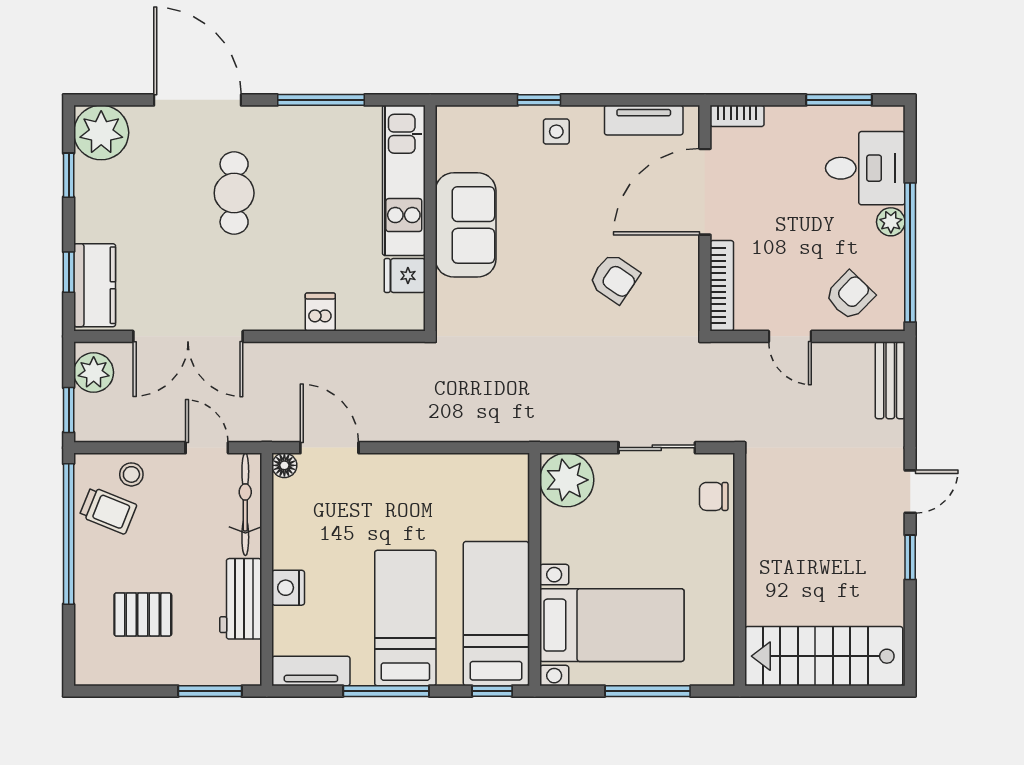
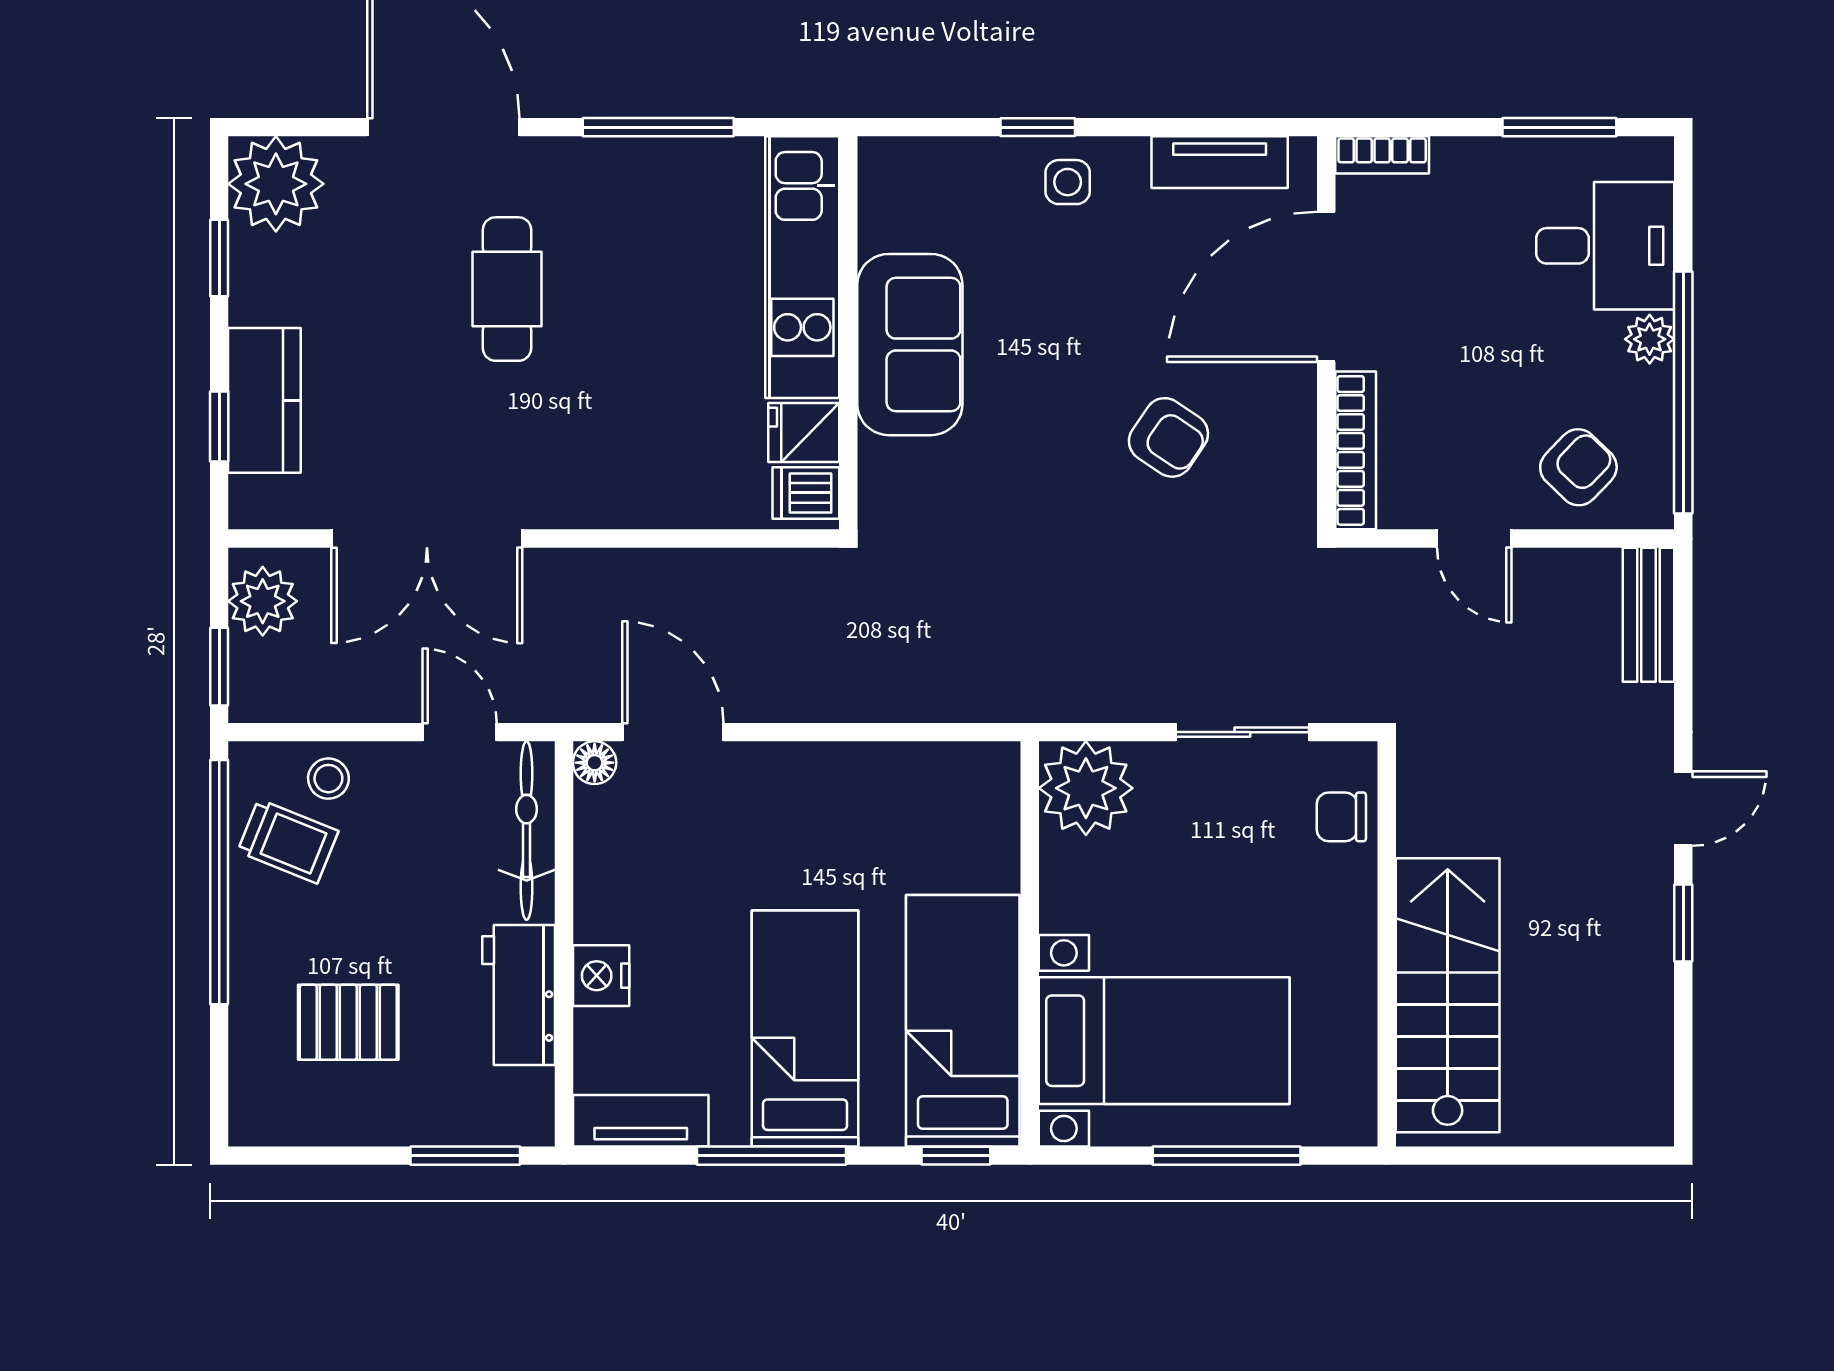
kitchen counter: (95, 285) -> (264, 400), moved
dishwasher: (320, 312) -> (806, 493), moved, turned -90
stairs: (824, 656) -> (1448, 995), moved, turned 90

